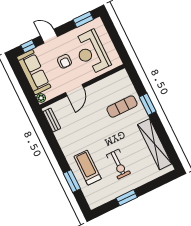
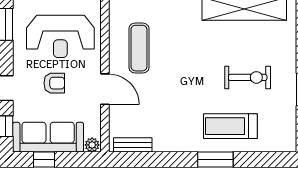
window: (21, 76) -> (44, 160), added
exercise mat: (122, 107) -> (139, 48), moved
window: (72, 181) -> (215, 160), moved

